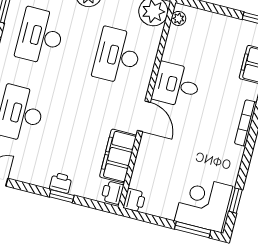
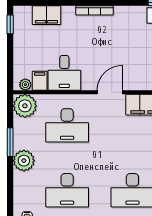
filing cabinet: (179, 37) -> (40, 81), added
desk: (176, 85) -> (64, 73), moved

